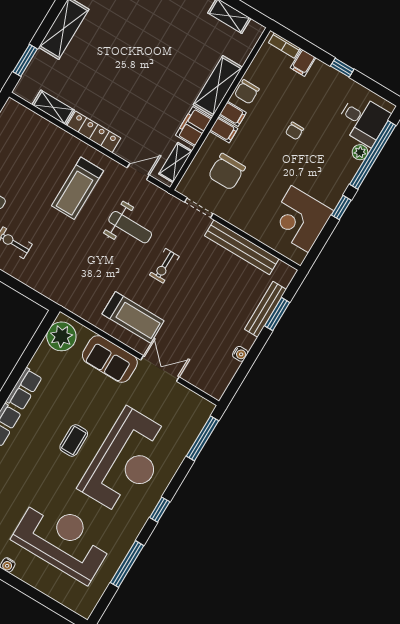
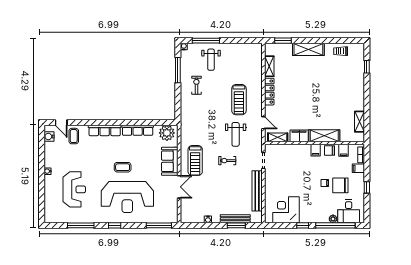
filing cabinet: (224, 130) -> (344, 150), moved
chair: (227, 172) -> (340, 185), moved
treadmill: (77, 188) -> (239, 100), turned -90
row of seats: (24, 389) -> (138, 130), width x1.48
reception desk: (63, 540) -> (74, 189), width x0.74, depth x0.77

